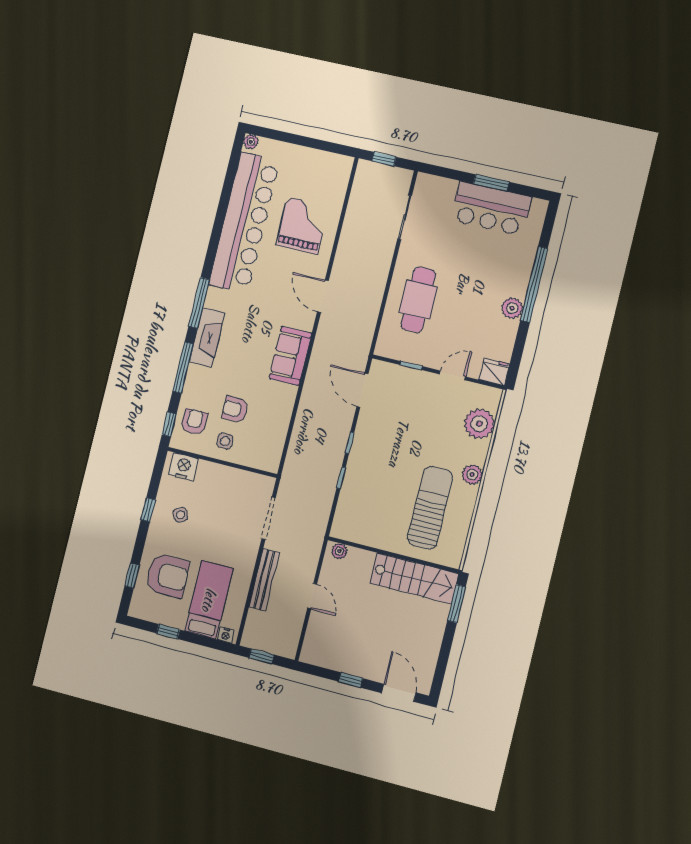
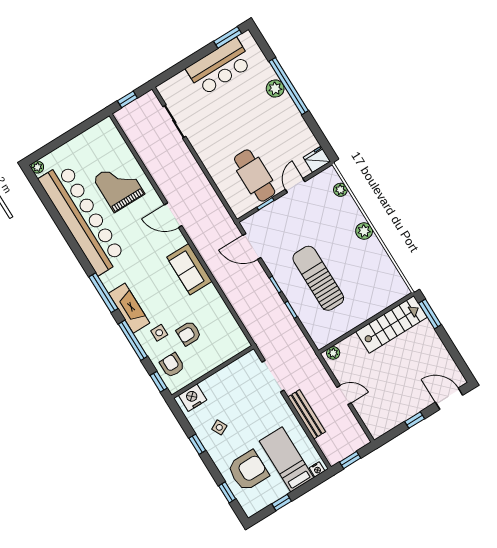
window: (491, 183) -> (228, 37), moved
cafe table: (418, 300) -> (255, 176), moved
plant: (512, 308) -> (275, 89), moved
plant: (479, 424) -> (340, 190), width x0.53, depth x0.53
side table: (225, 441) -> (159, 333), moved
sun lounger: (430, 508) -> (318, 278), moved

